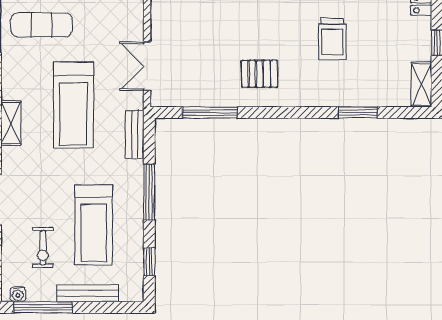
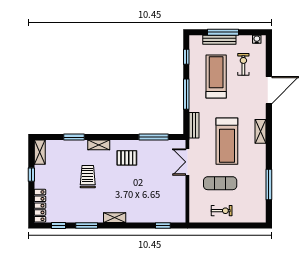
exercise mat: (42, 25) -> (220, 183), moved
double door: (147, 66) -> (187, 162), swing flipped
shelving: (312, 98) -> (99, 145), added
treadmill: (74, 105) -> (227, 141), turned 180
window: (43, 307) -> (223, 32), moved

